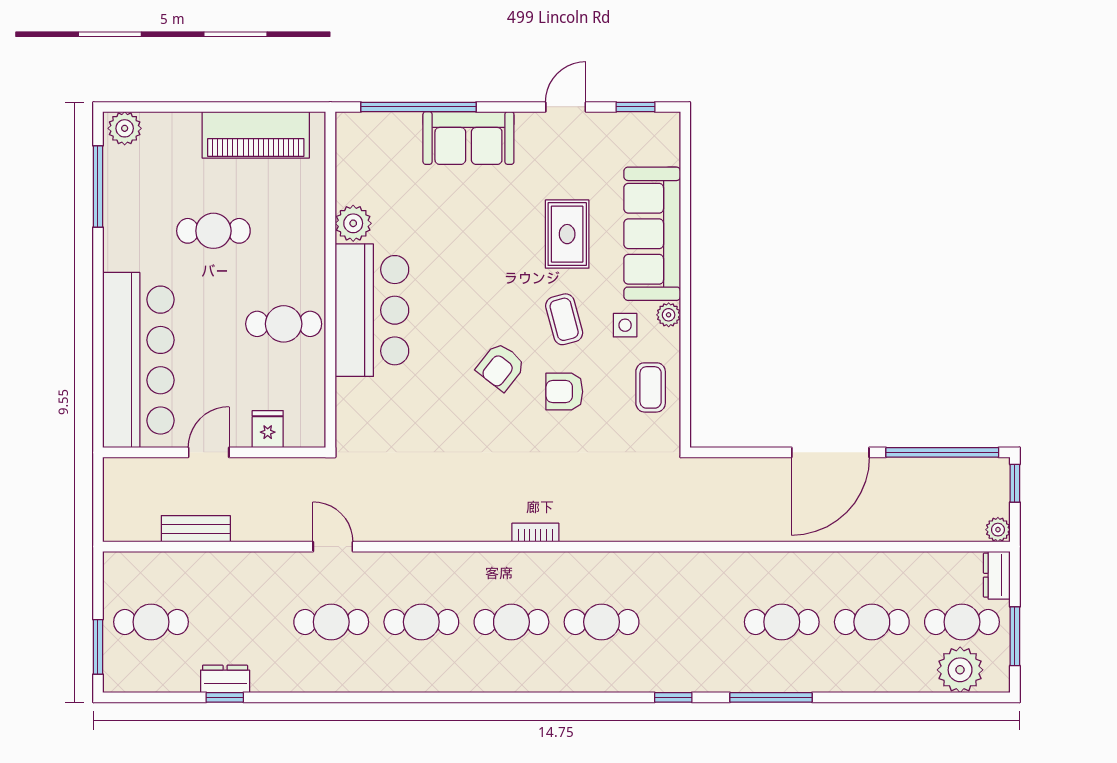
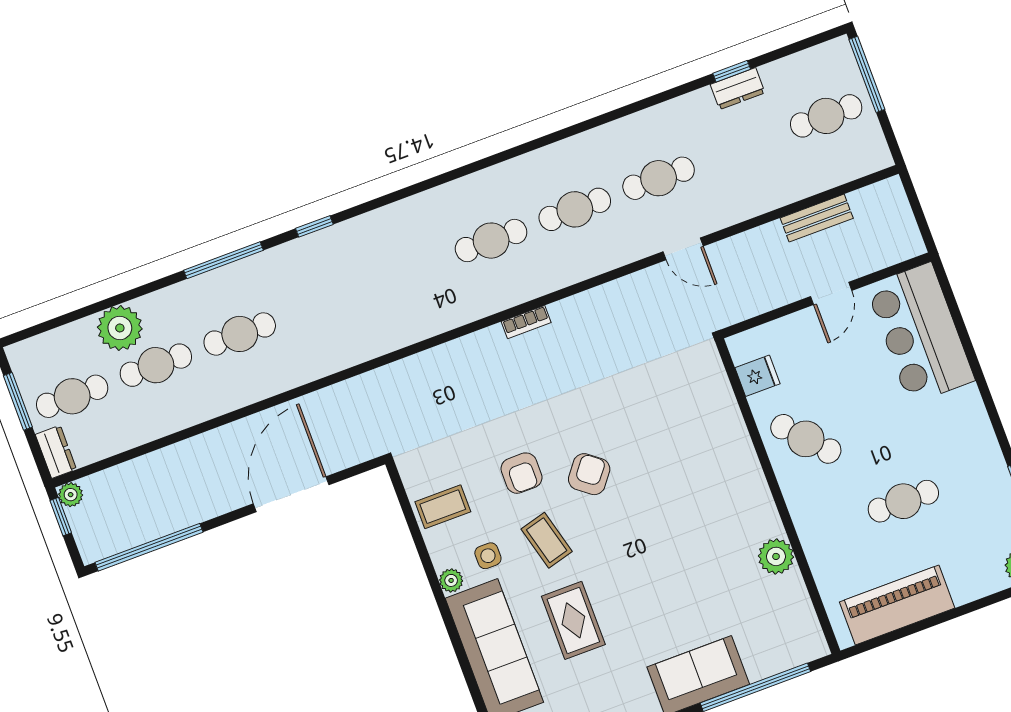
bar counter: (372, 310) -> (729, 482), removed
cafe table: (284, 324) -> (806, 439), turned 48
bar counter: (138, 360) -> (920, 333), width x0.73
coffee table: (651, 387) -> (443, 507), turned 90
armchair: (564, 392) -> (522, 473), turned 90
fridge: (268, 429) -> (758, 376), moved, turned -90
door: (830, 452) -> (291, 494), moved
window: (1015, 483) -> (61, 517), moved
bookcase: (535, 533) -> (526, 322), moved
cafe table: (602, 622) -> (407, 272), removed
window: (98, 647) -> (867, 74), width x1.44
plant: (960, 670) -> (120, 328), moved

